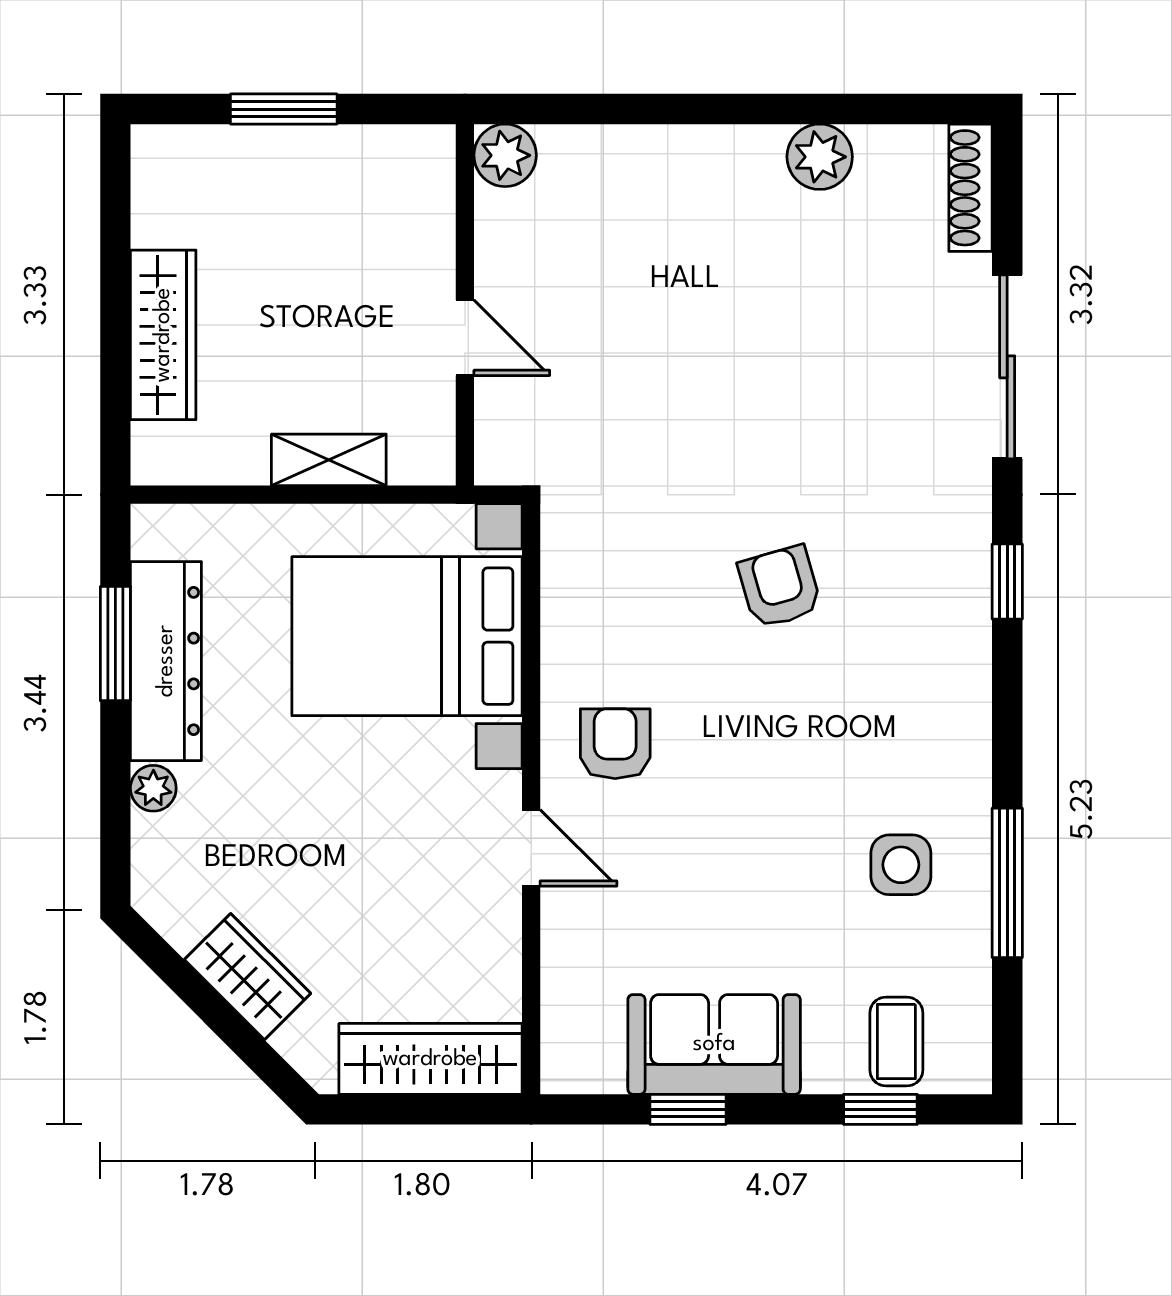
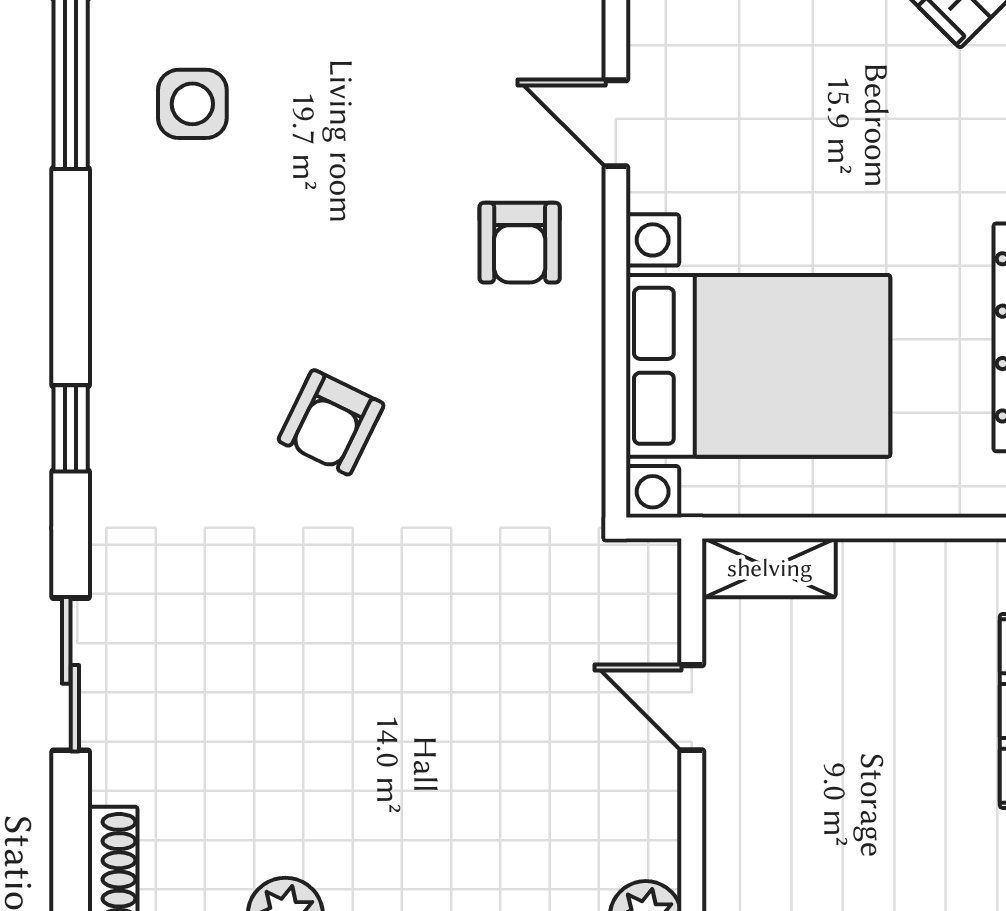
sliding door: (1007, 367) -> (71, 674), width x0.73
shelving: (329, 460) -> (770, 568), moved
armchair: (780, 587) -> (331, 422), turned 42

